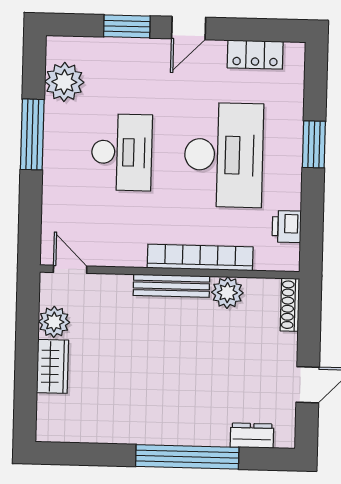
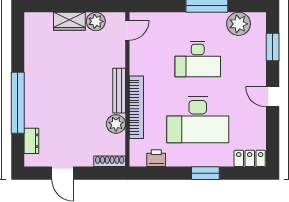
window: (127, 26) -> (273, 47), moved
locker: (255, 55) -> (250, 158), moved, turned 90

